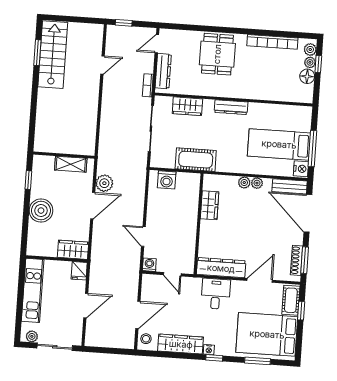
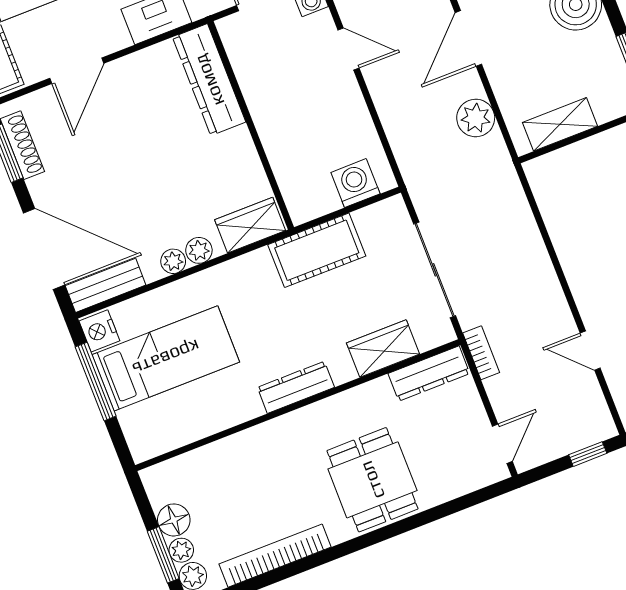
window: (318, 64) -> (163, 555), width x1.50
door: (103, 65) -> (590, 351), hinge flipped
dresser: (163, 71) -> (429, 373), moved, turned -90
wardrobe: (210, 205) -> (250, 225), moved, turned 90
door: (93, 206) -> (468, 38), moved
dresser: (221, 268) -> (209, 80), moved, turned 90

